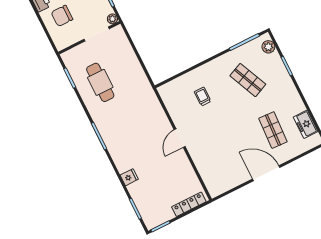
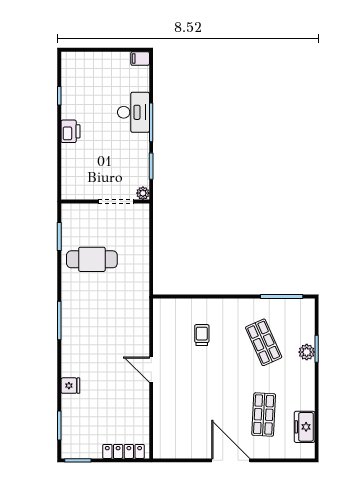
chair: (62, 16) -> (86, 160), removed
plant: (268, 47) -> (307, 352), moved
cafe table: (100, 82) -> (92, 259), turned 90
door: (180, 138) -> (151, 370), hinge flipped

